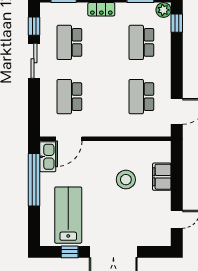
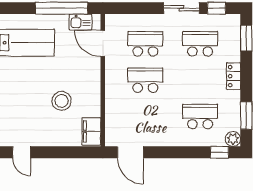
school desk: (141, 97) -> (145, 80), moved
kitchen sink: (48, 157) -> (80, 22), width x0.73
filing cabinet: (162, 177) -> (91, 131), moved, turned -90

